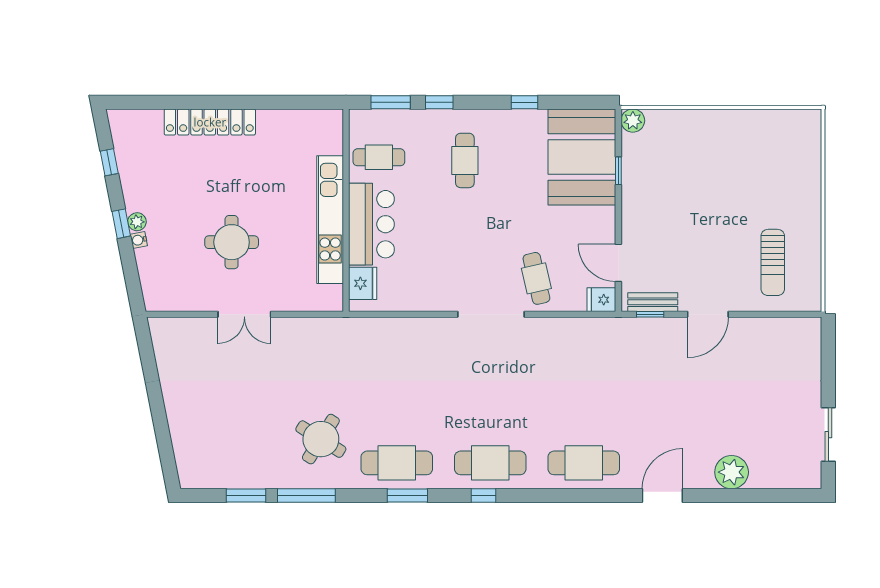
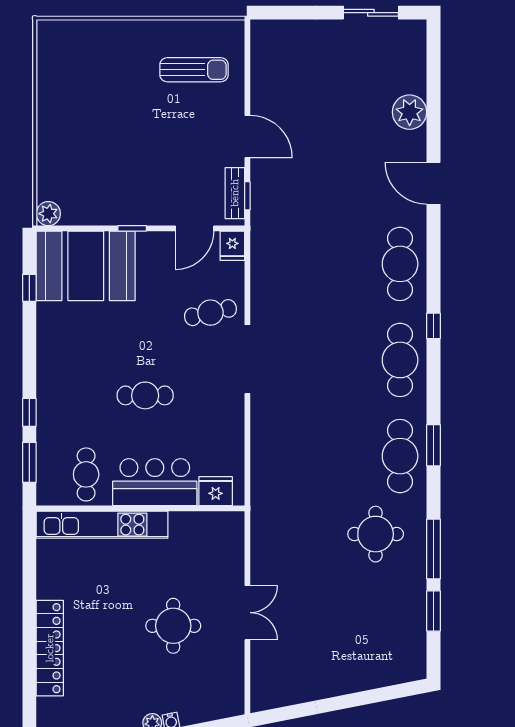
window: (525, 102) -> (29, 288), moved
cafe table: (465, 160) -> (145, 395), moved
window: (618, 171) -> (132, 228), moved
kitchen unit: (330, 220) -> (102, 525), moved
round table: (321, 439) -> (376, 534), turned -32
window: (483, 496) -> (434, 326), moved

